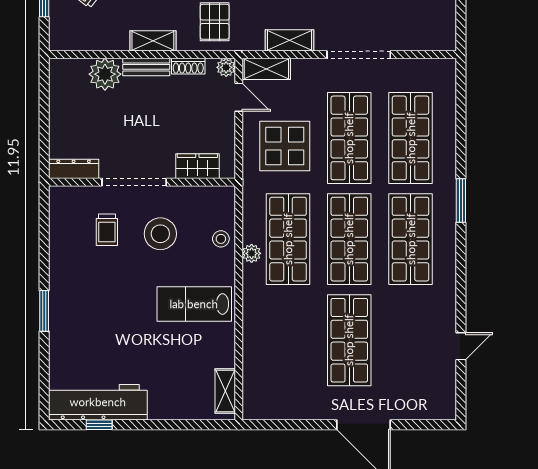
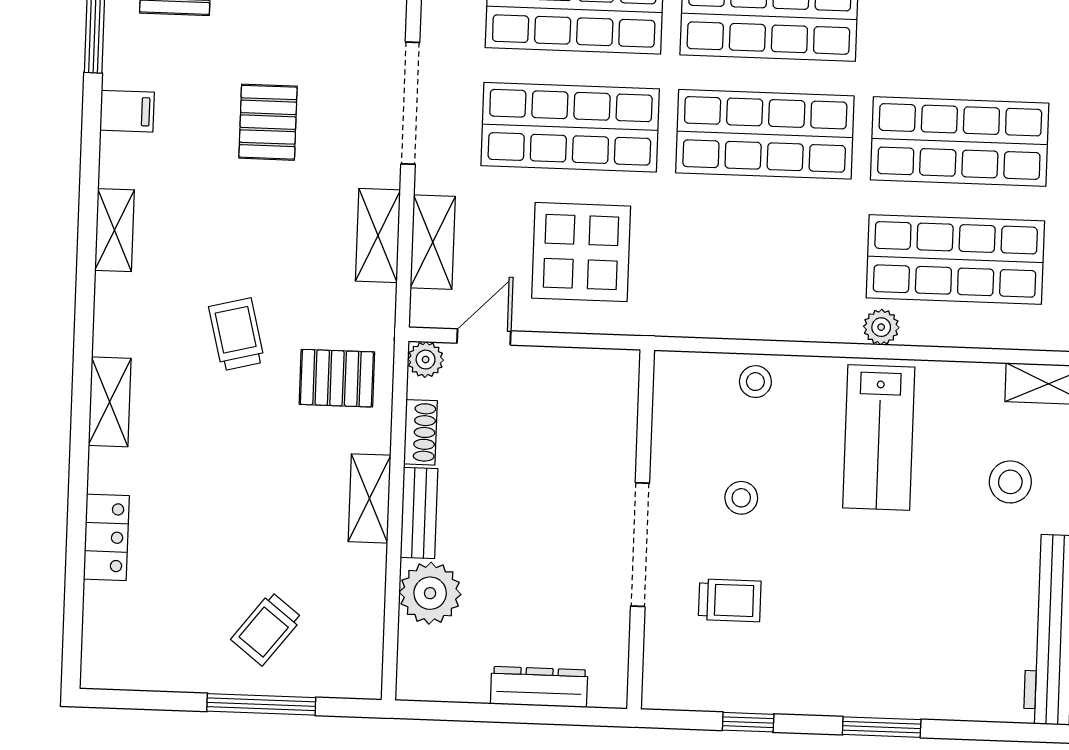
shelving: (266, 69) -> (433, 242), moved
wardrobe: (197, 166) -> (614, 422), removed
dresser: (74, 169) -> (539, 687), moved, turned 90
stool: (160, 234) -> (741, 498), width x0.53, depth x0.53
shop shelf: (288, 239) -> (955, 259), moved
window: (44, 242) -> (748, 722), added
plant: (252, 253) -> (881, 327), moved
stool: (174, 373) -> (1010, 482), added

